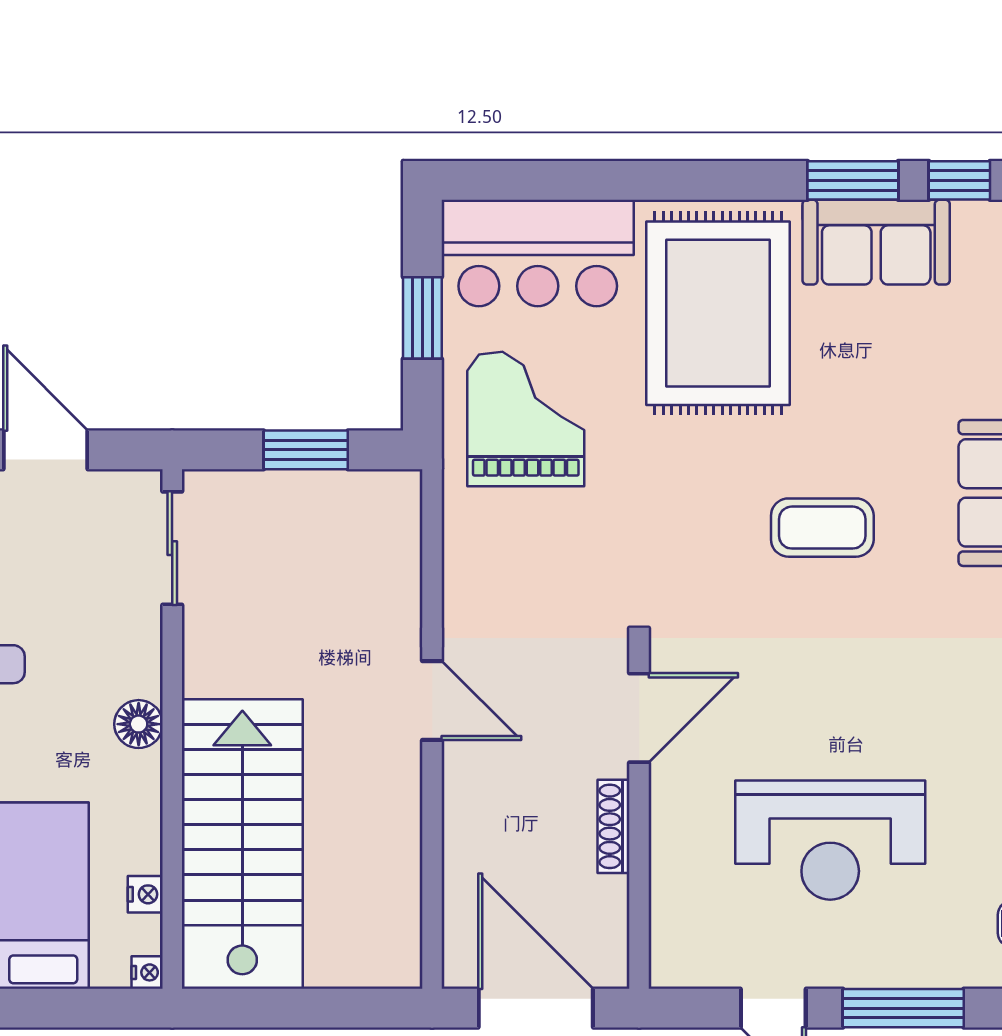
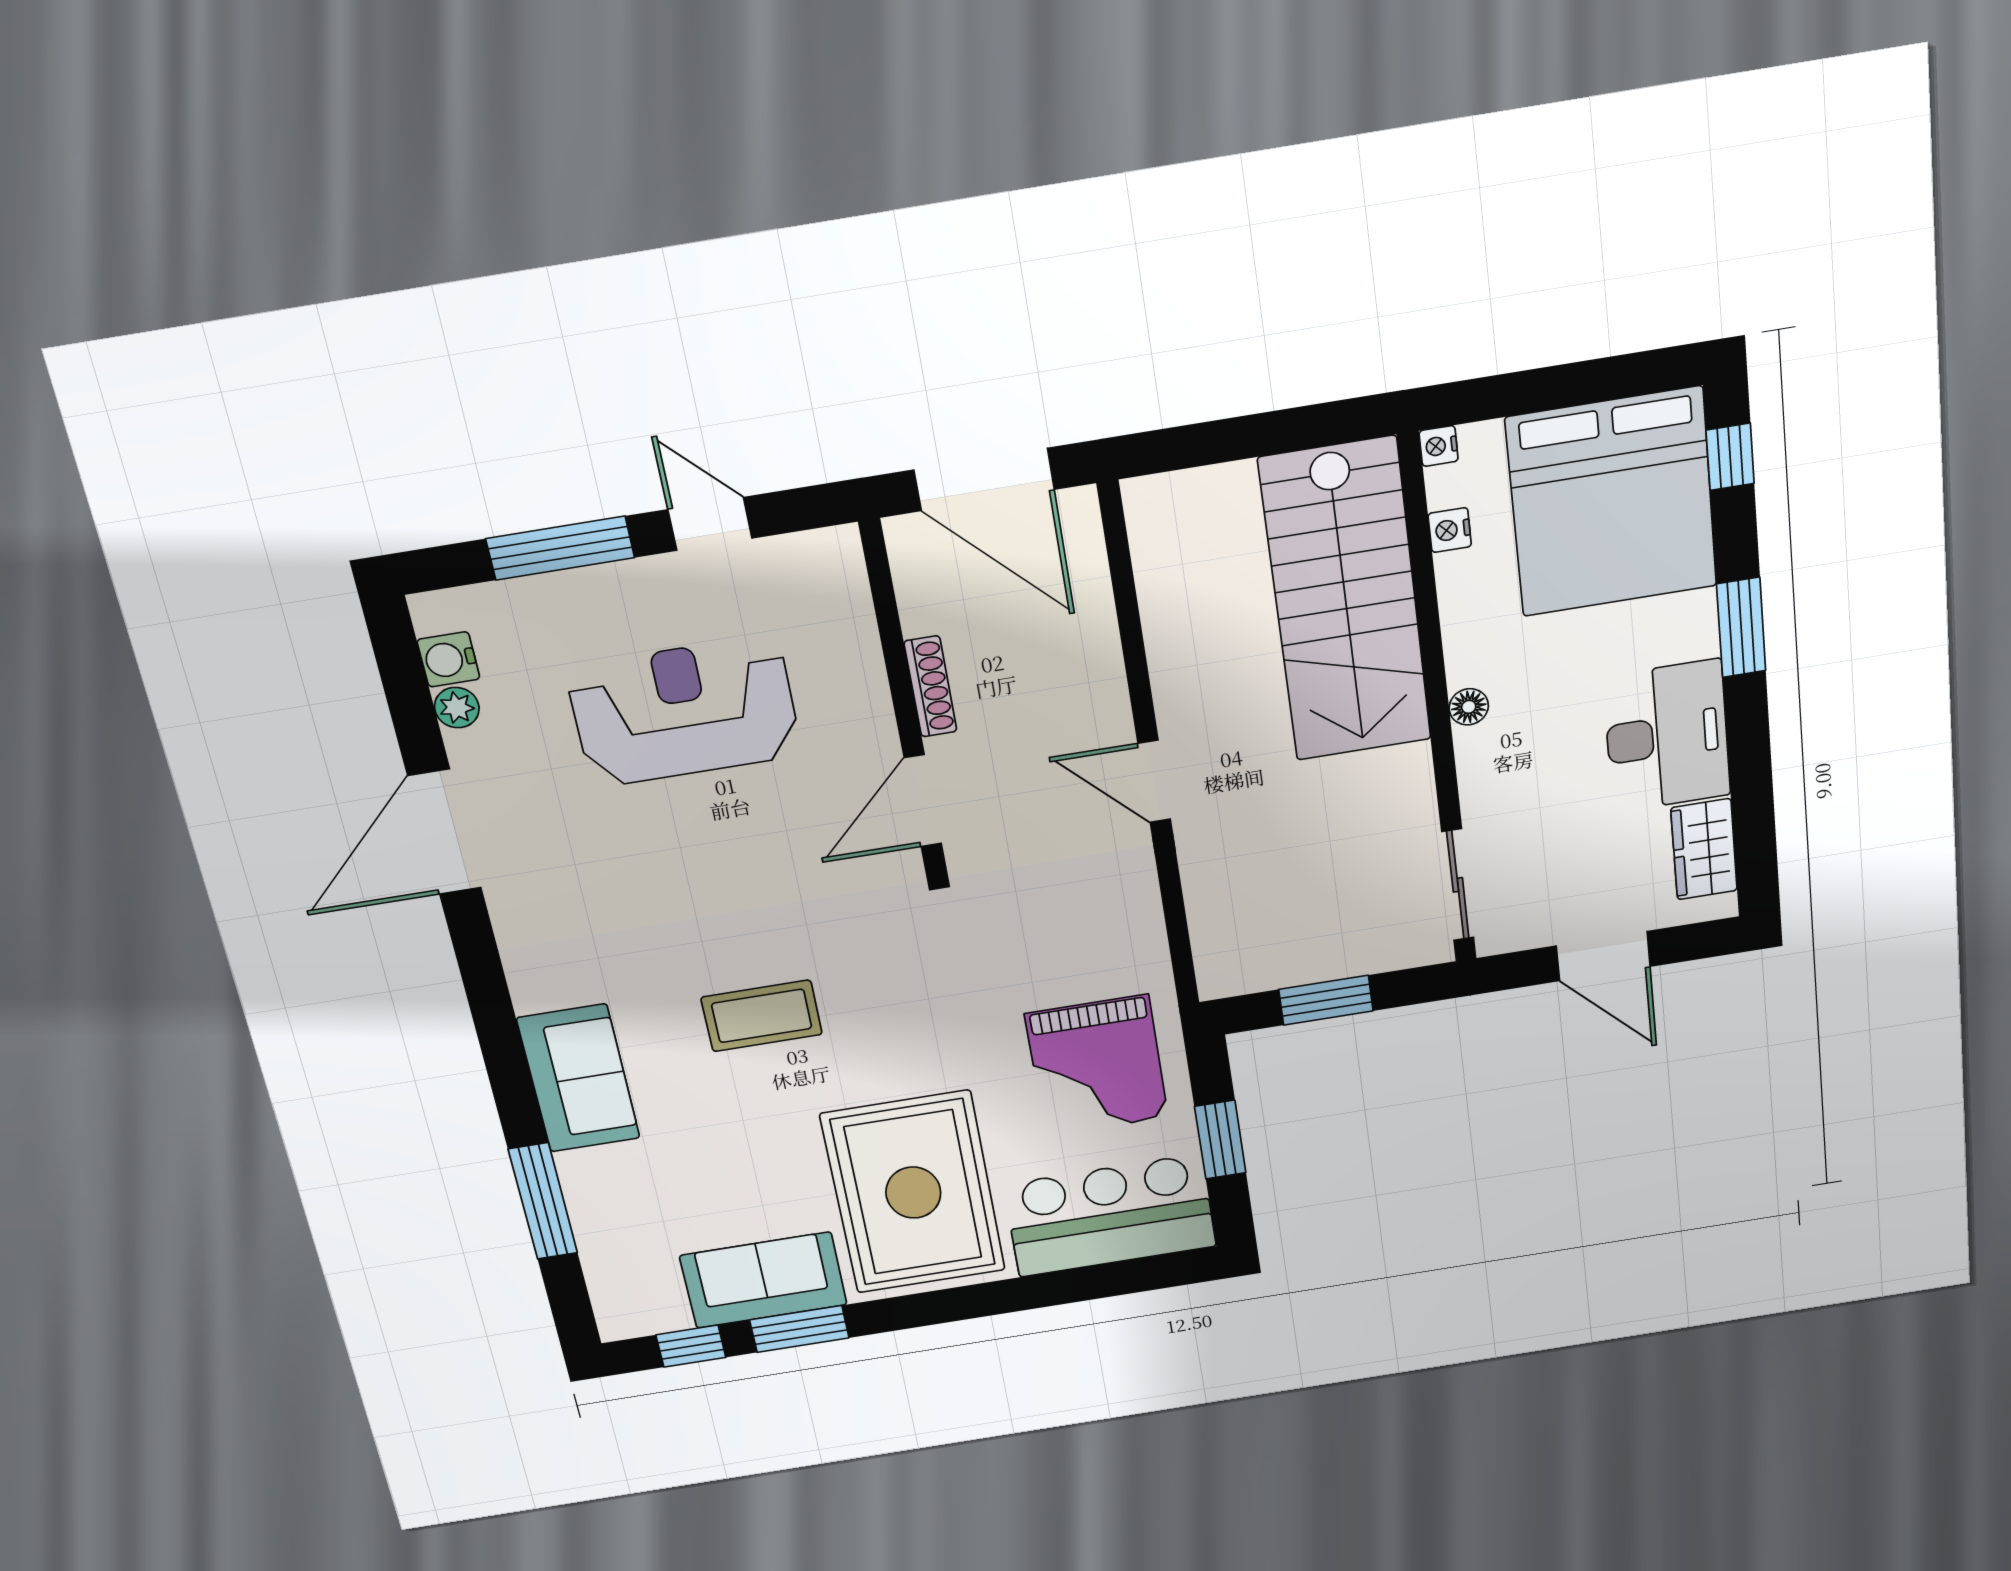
floor lamp: (139, 724) -> (1469, 707), width x0.73, depth x0.73

